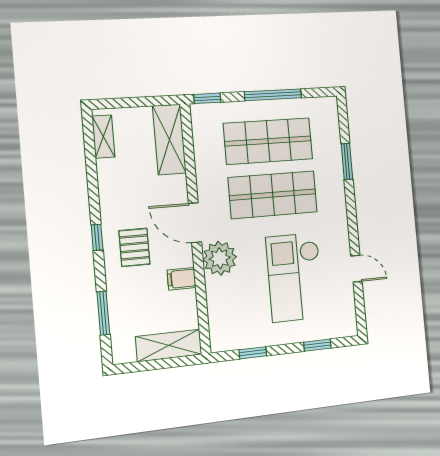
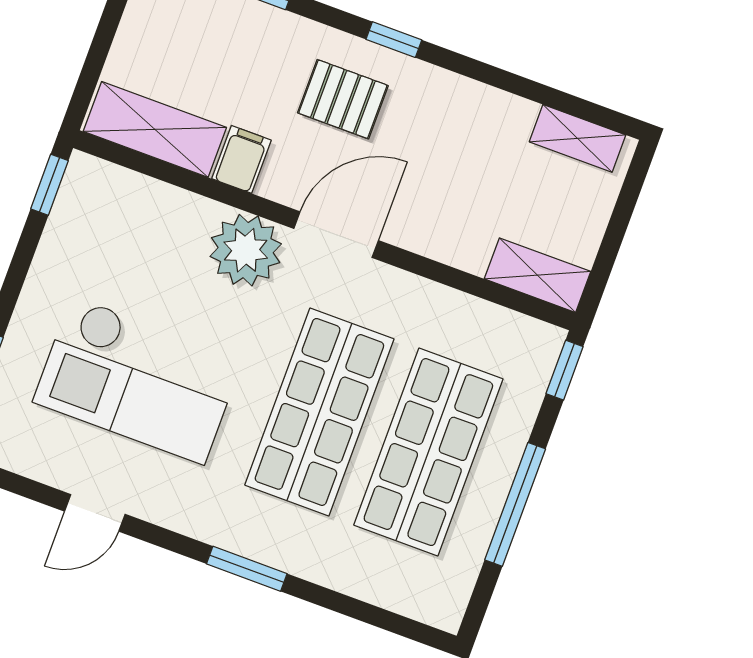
shelving: (169, 140) -> (538, 275), width x0.67, depth x0.75
window: (347, 161) -> (247, 569), moved
checkout: (295, 277) -> (138, 380), turned 180
shelving: (169, 345) -> (155, 129), moved, turned 90
window: (253, 353) -> (49, 185), moved

